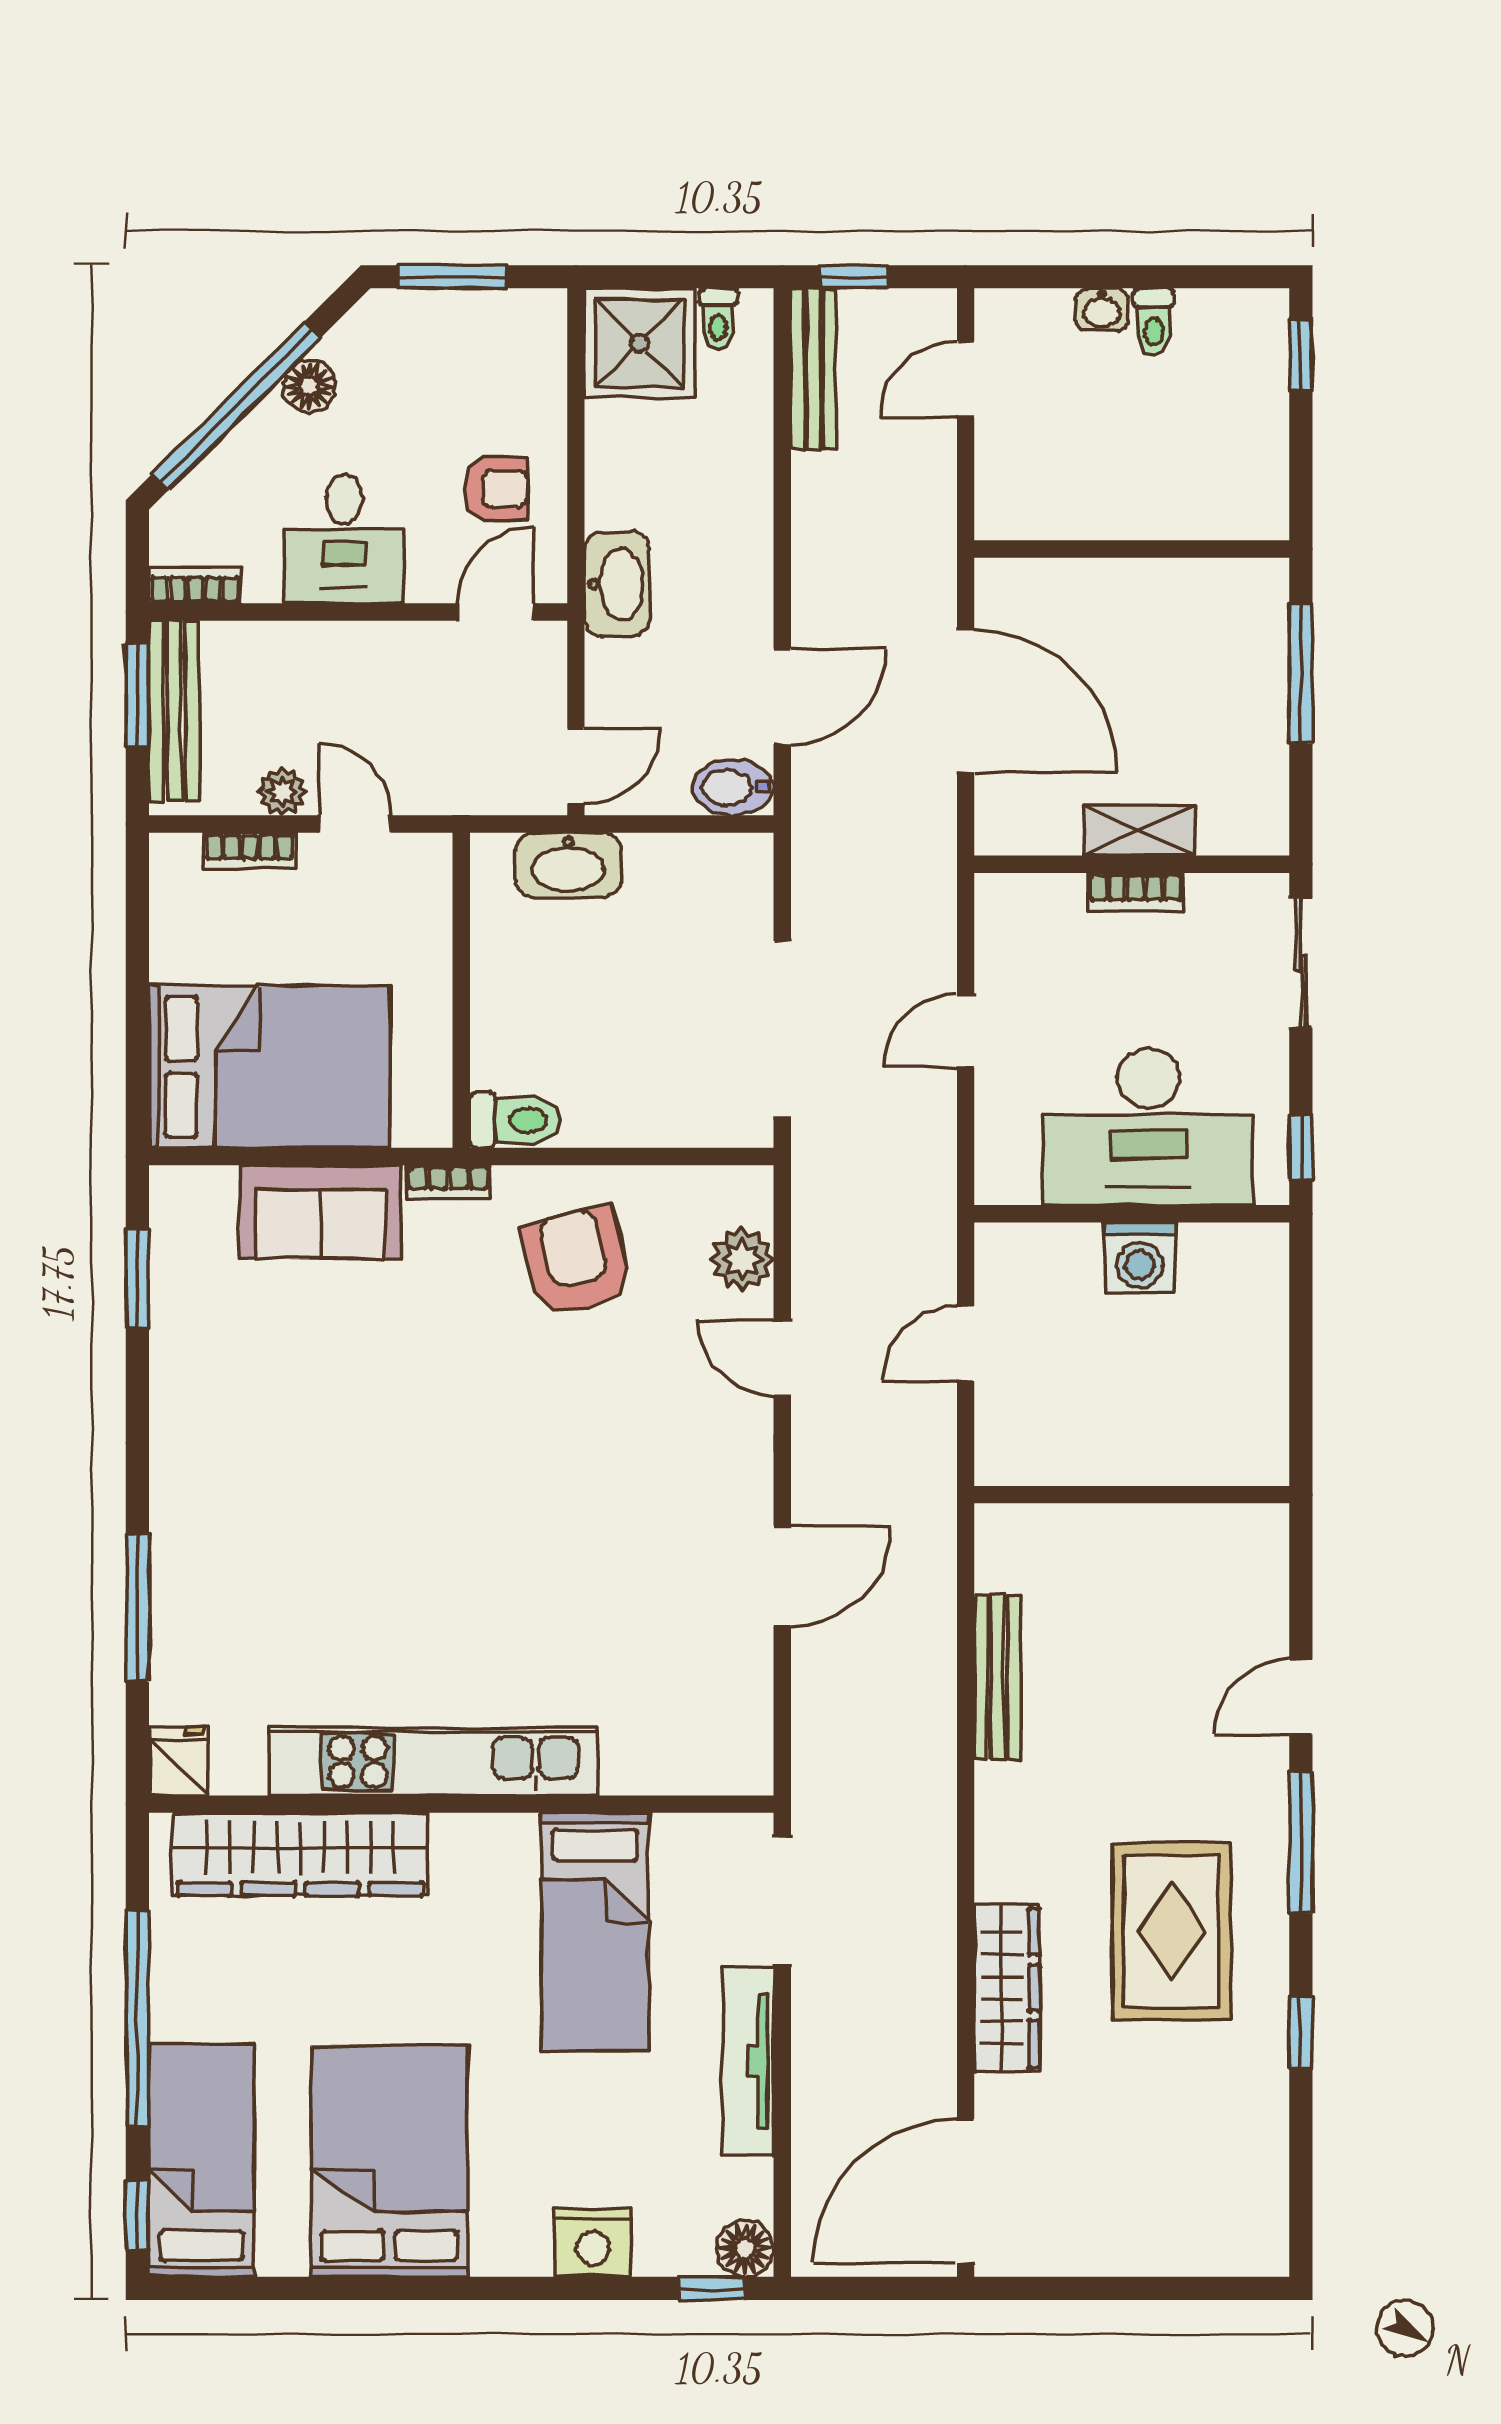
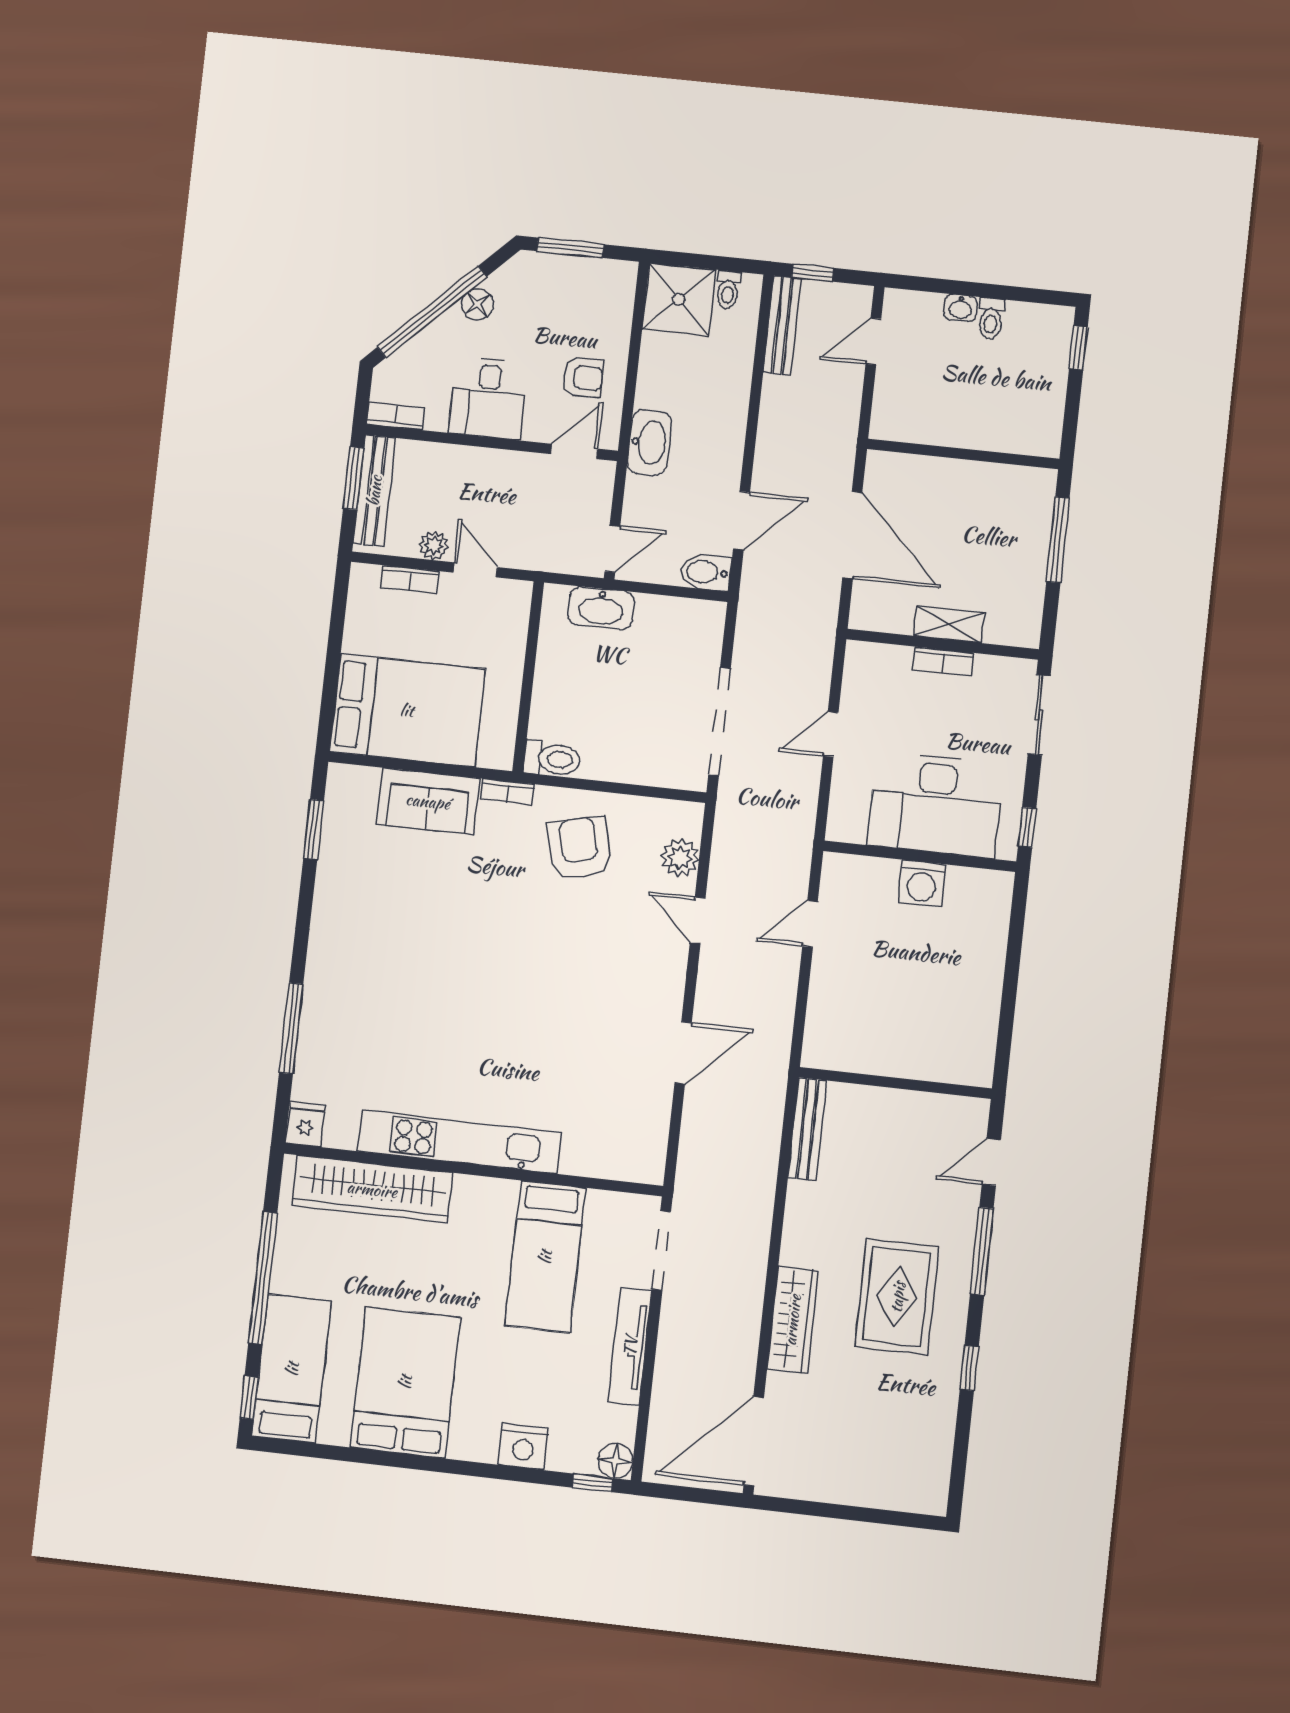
wall: (1132, 1495) -> (895, 1083), moved

